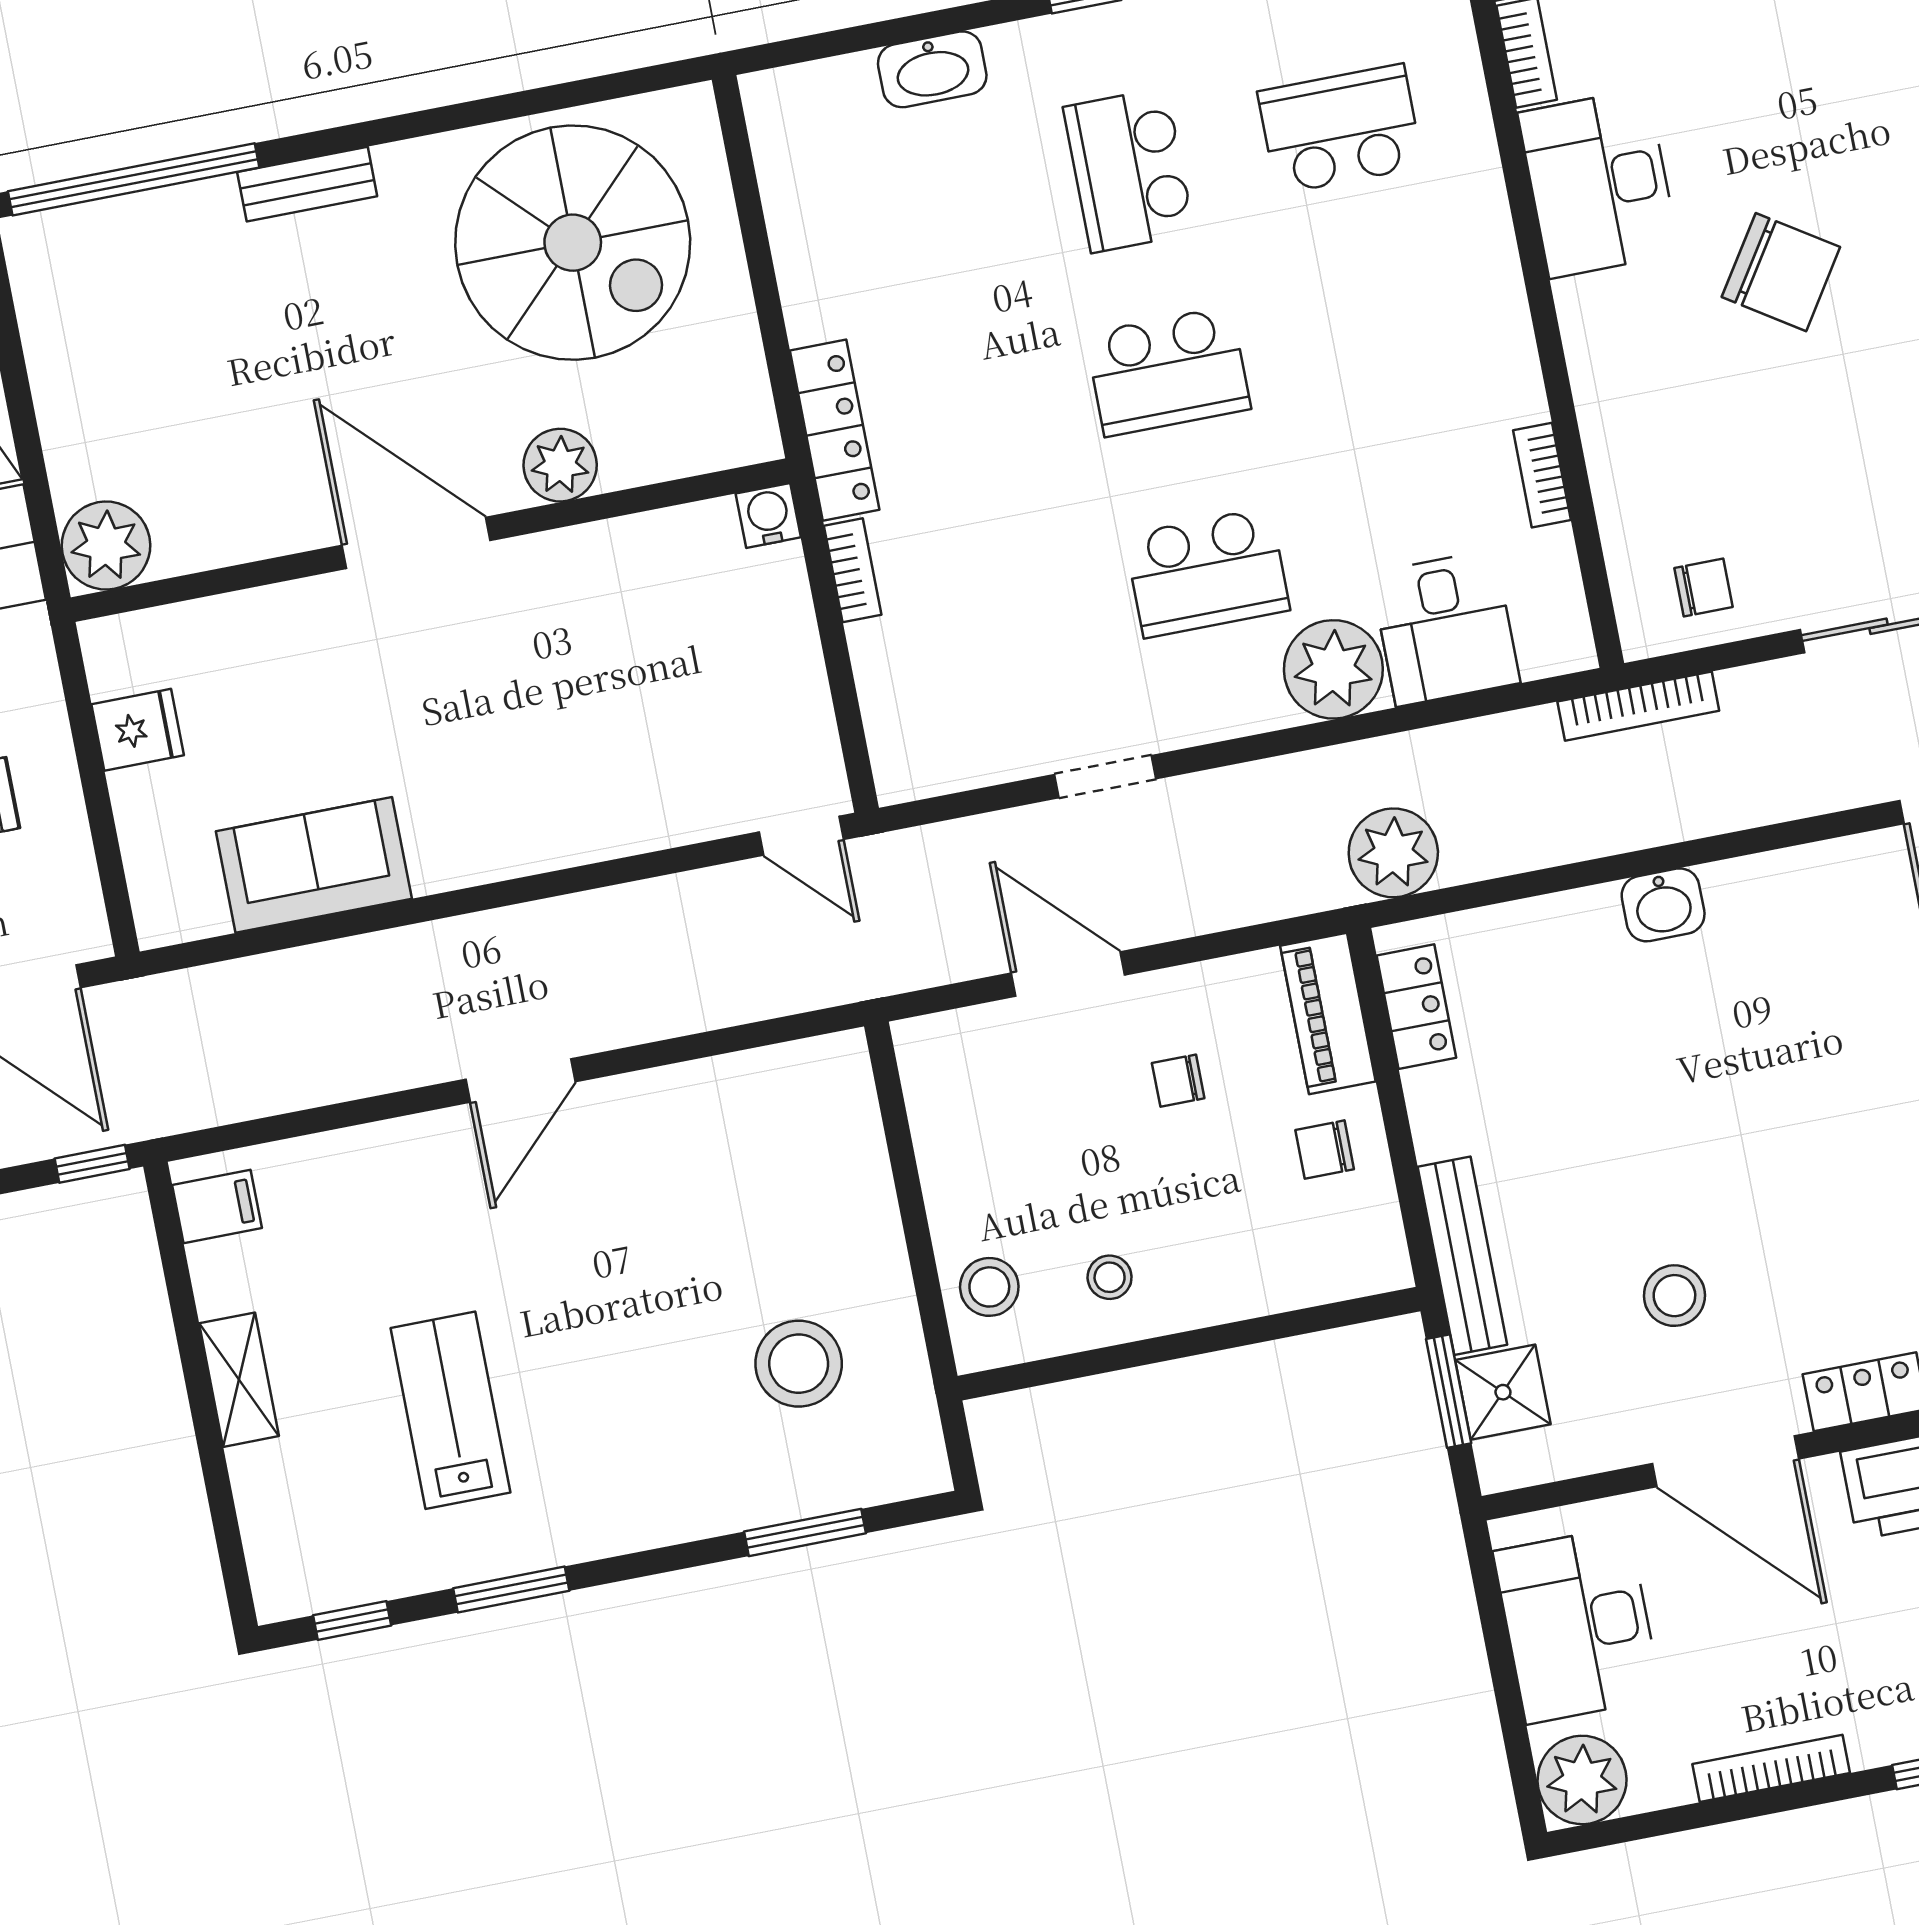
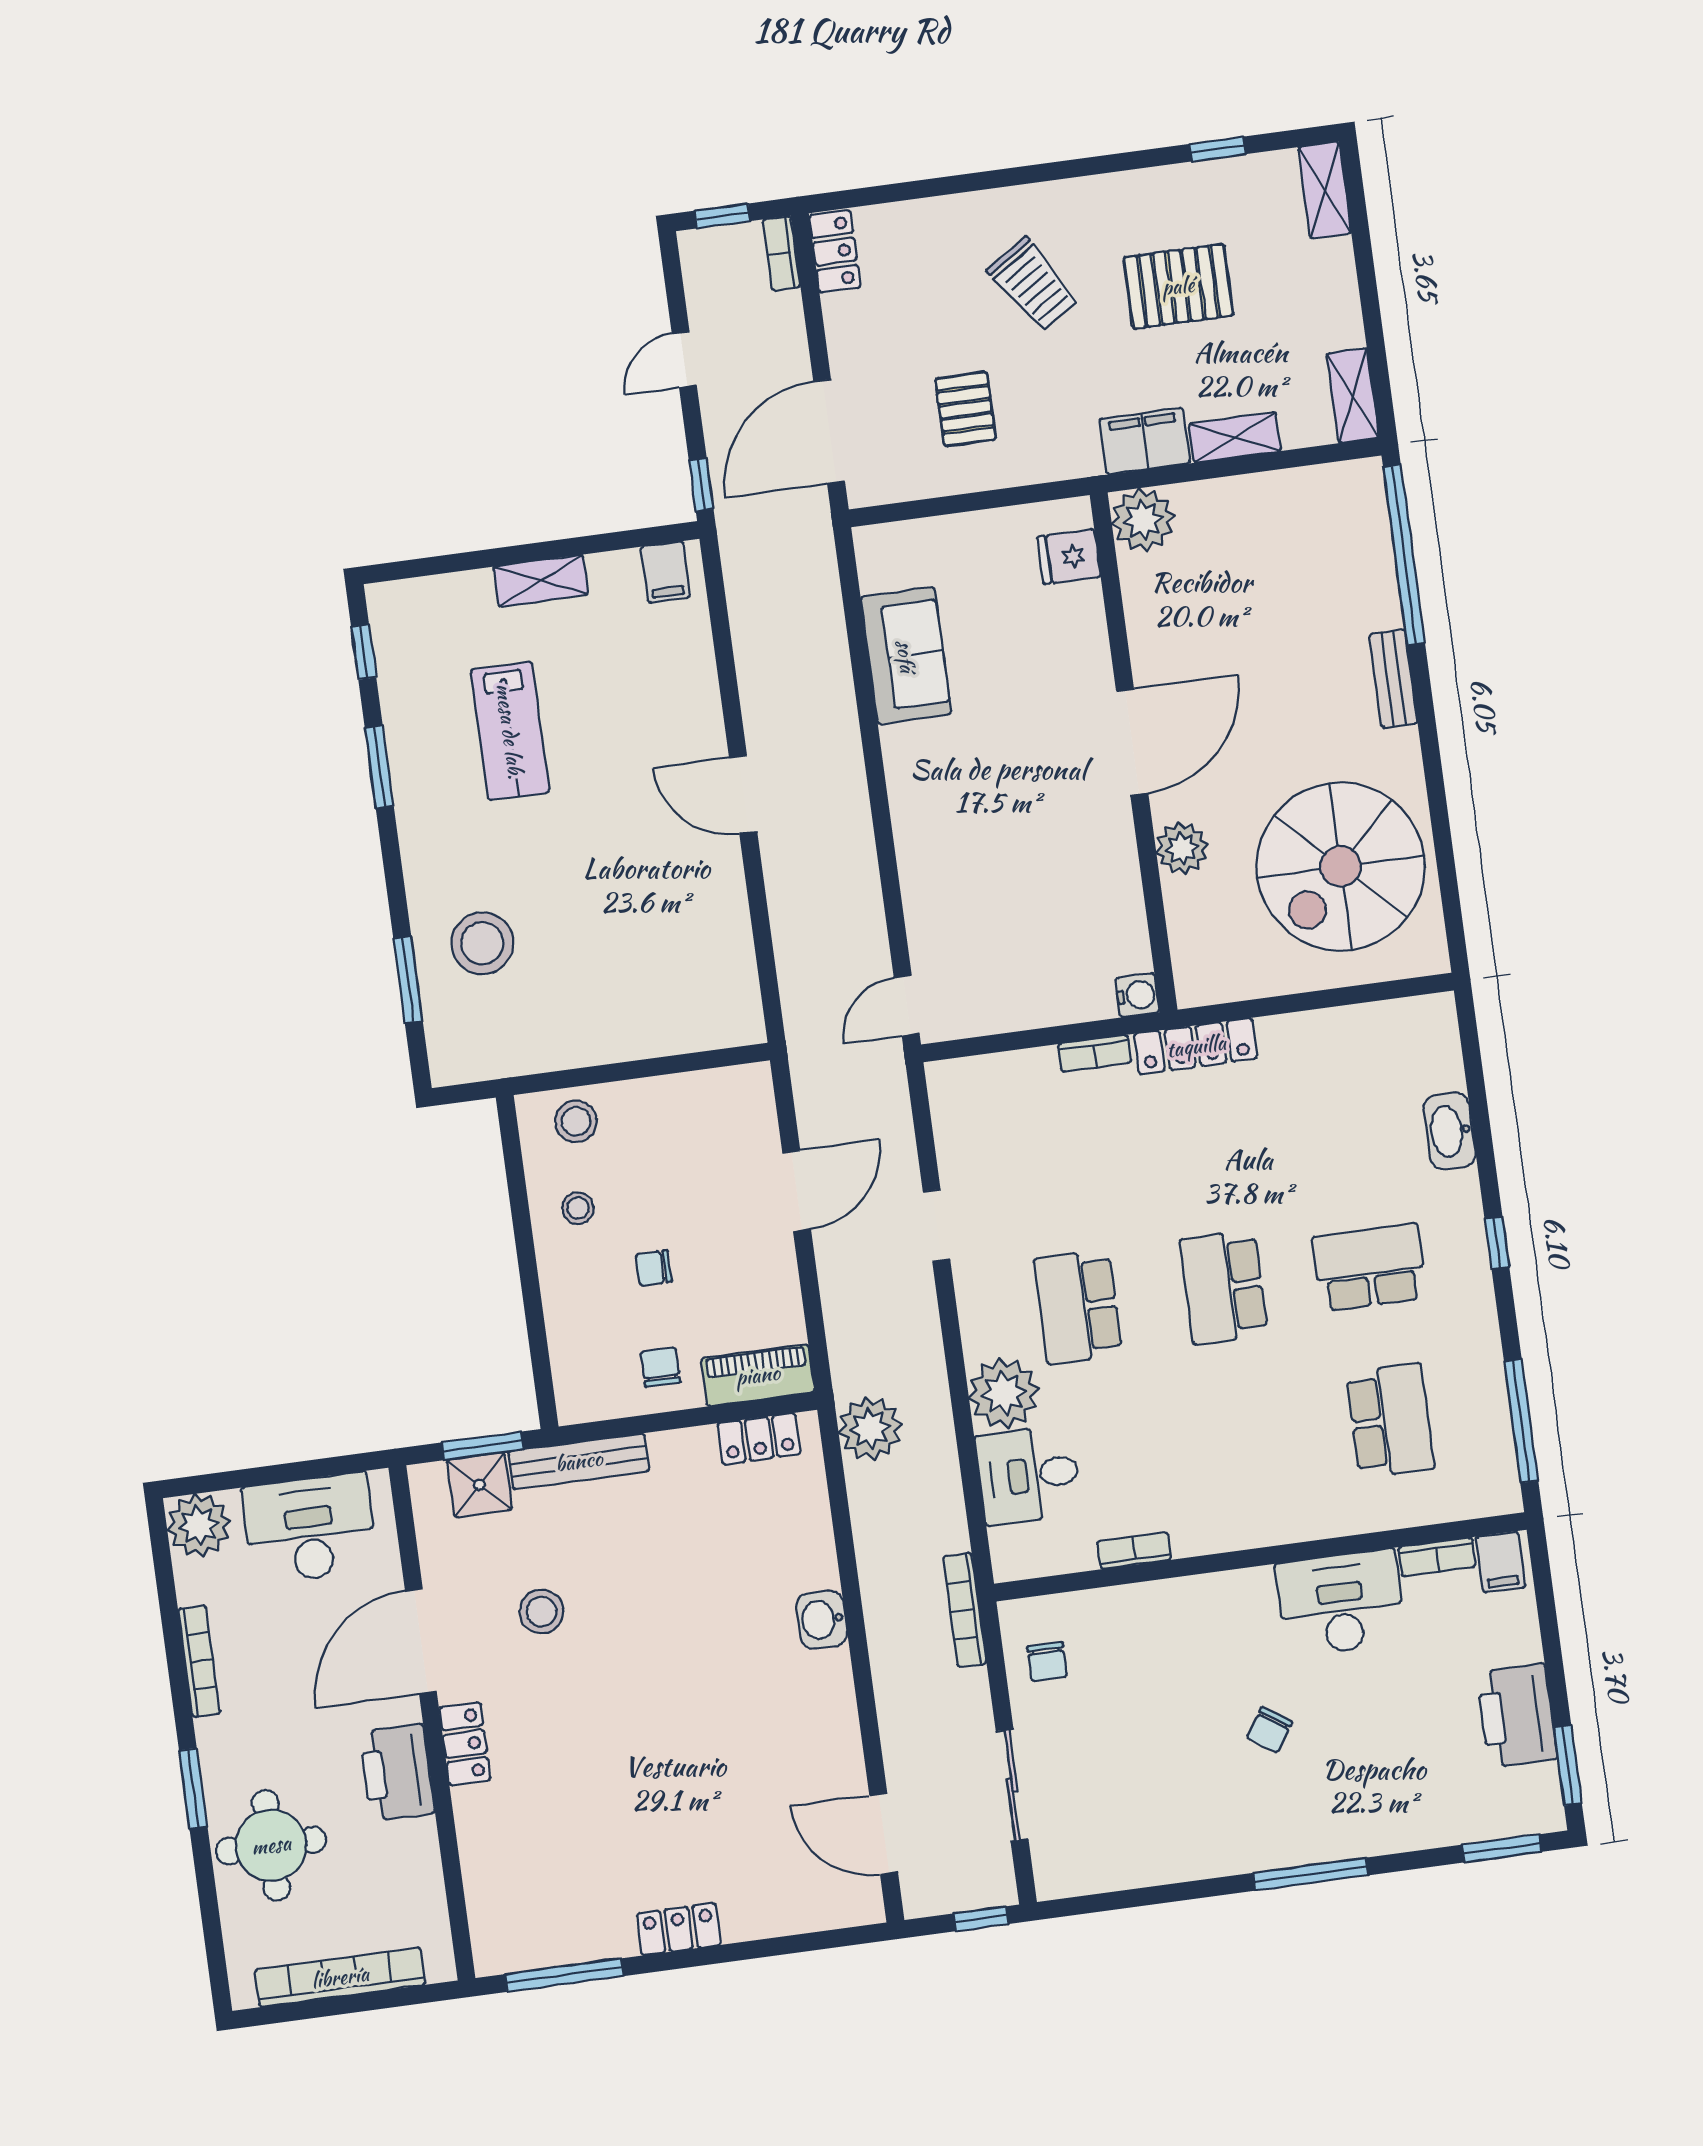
chair: (1781, 272) -> (1270, 1730), width x0.54, depth x0.54
fridge: (138, 730) -> (1069, 557), moved, turned 90
chair: (1178, 1081) -> (654, 1268), moved, turned -90
stool: (799, 1364) -> (482, 943), moved
lab bench: (450, 1410) -> (510, 731), turned 90

